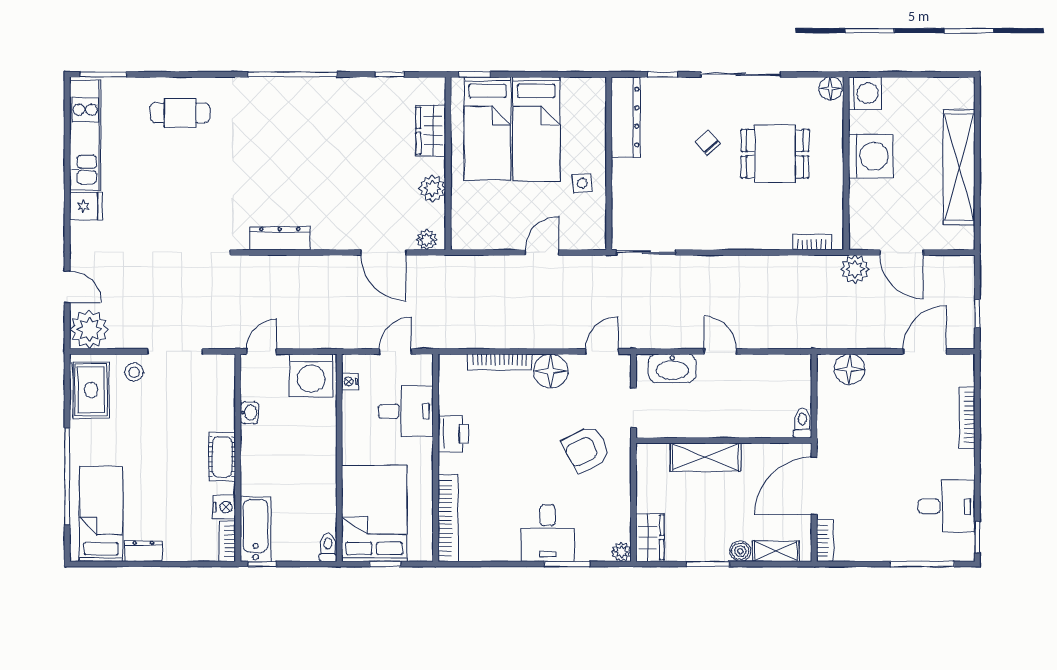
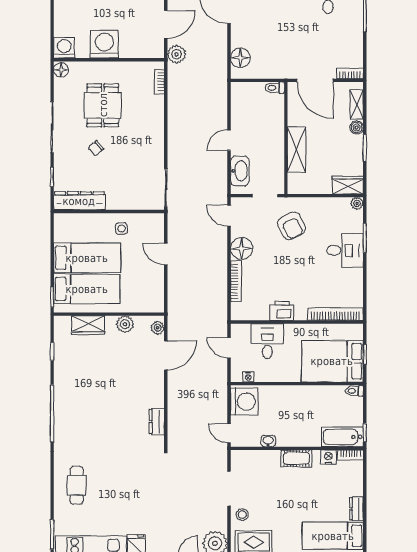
dresser: (280, 238) -> (157, 422), width x0.70

